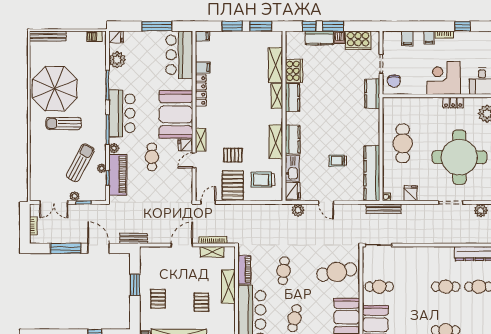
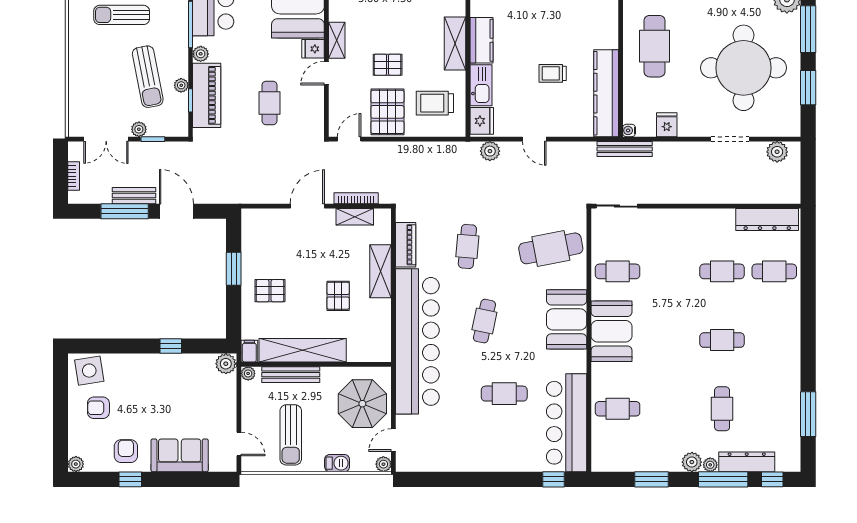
cafe table: (152, 157) -> (269, 103), moved
sun lounger: (80, 163) -> (148, 77), turned 141
bench: (134, 238) -> (134, 196), moved
pallet: (158, 299) -> (270, 291), turned 90

